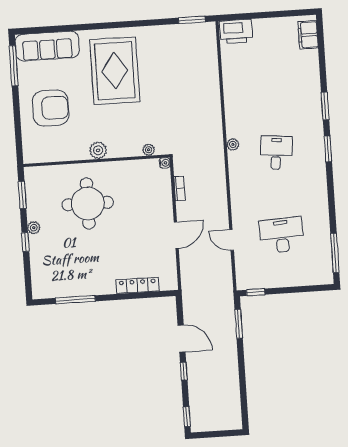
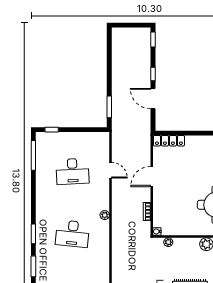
plant: (233, 144) -> (105, 215), moved
desk: (276, 153) -> (73, 234), width x1.37
locker: (137, 285) -> (169, 141), moved
window: (256, 292) -> (52, 130), moved

